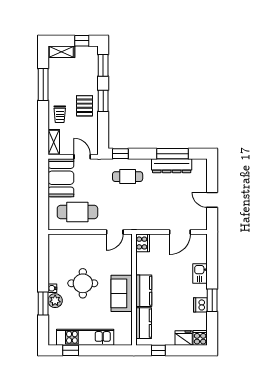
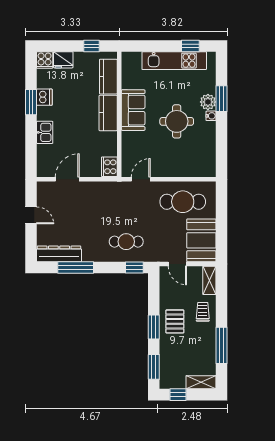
dresser: (172, 166) -> (59, 254), moved

